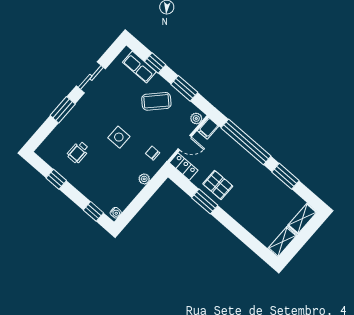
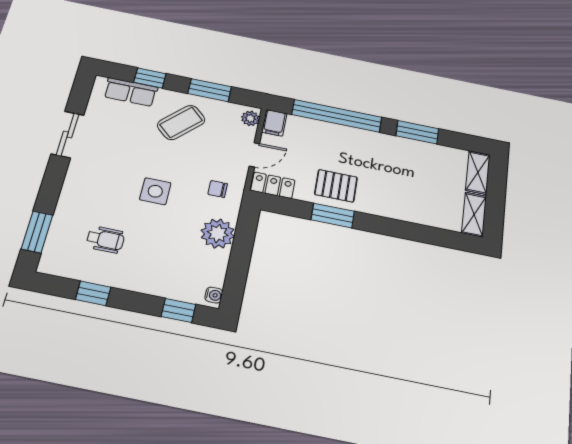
window: (63, 110) -> (37, 232), moved
wheelchair: (78, 152) -> (105, 240), turned -90
plant: (144, 179) -> (218, 233), width x1.88, depth x1.88

